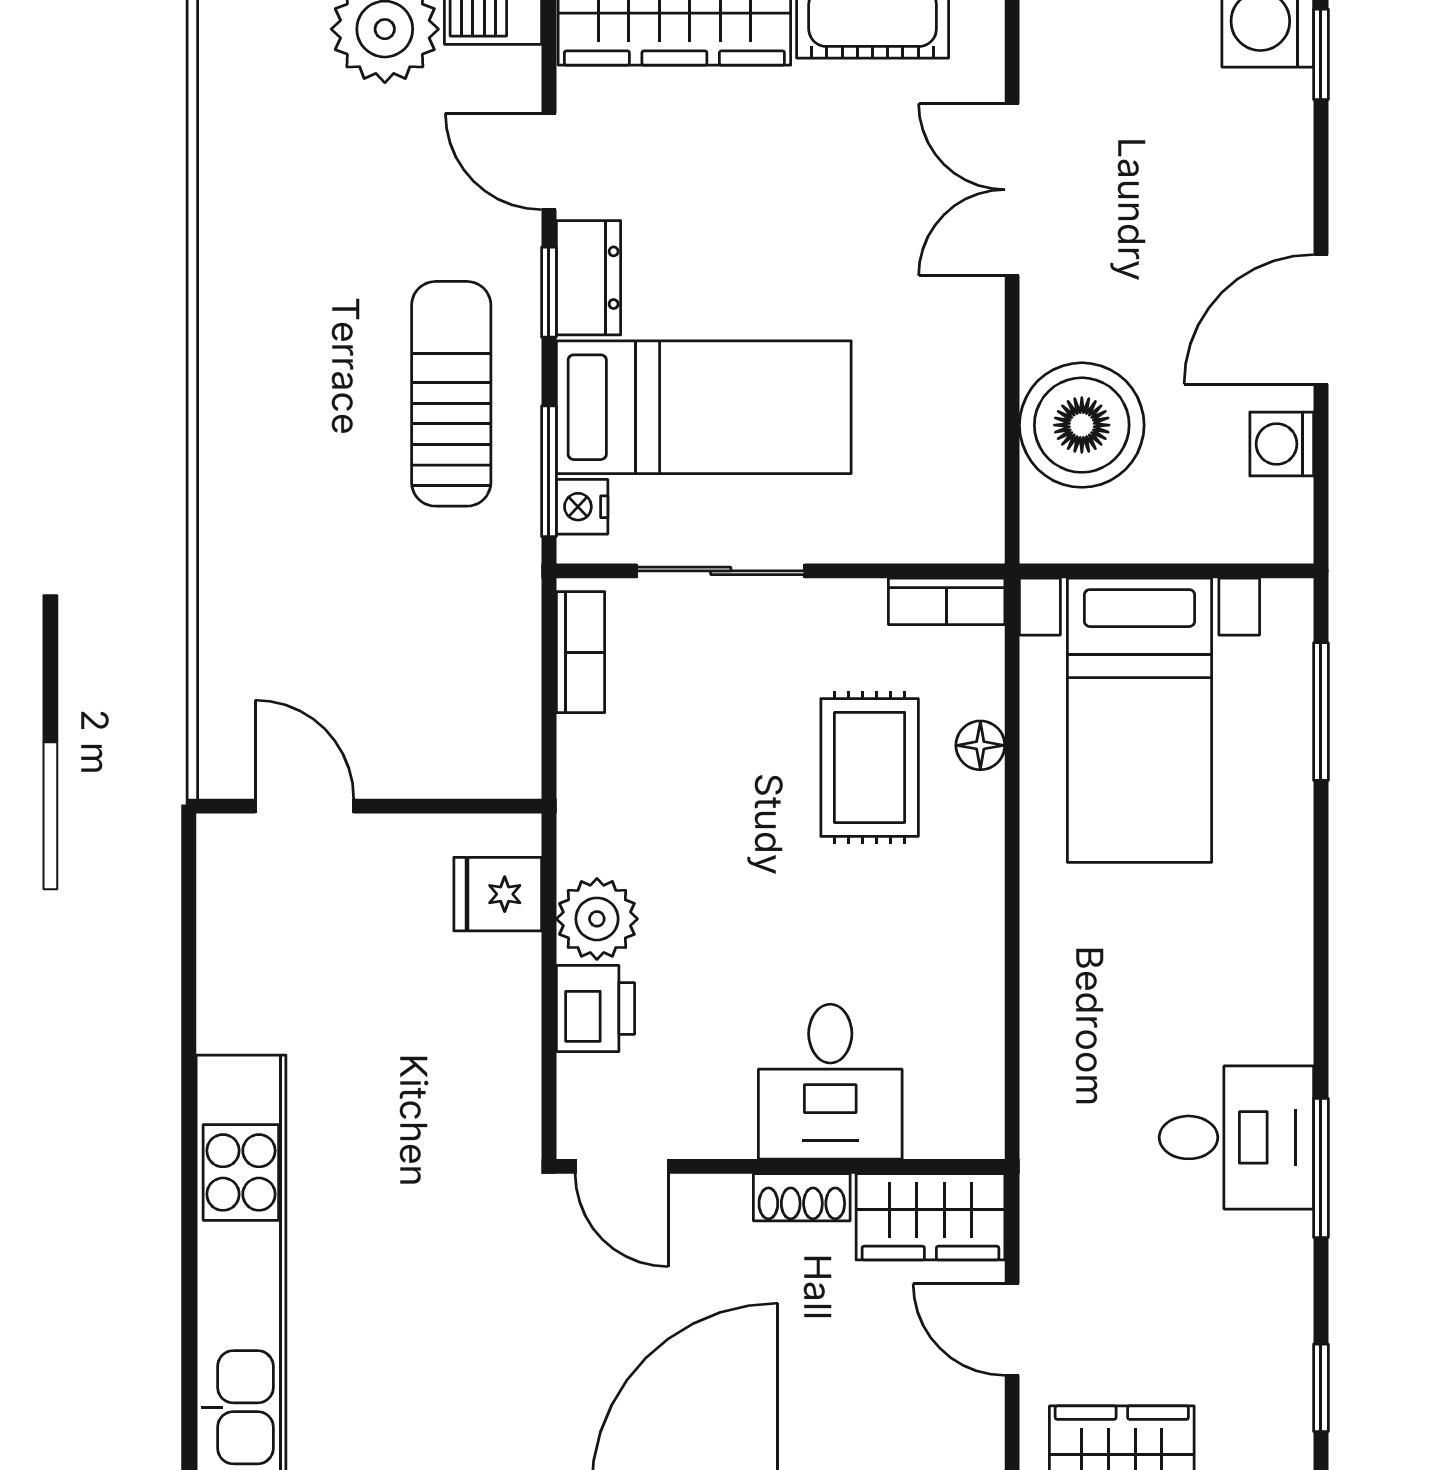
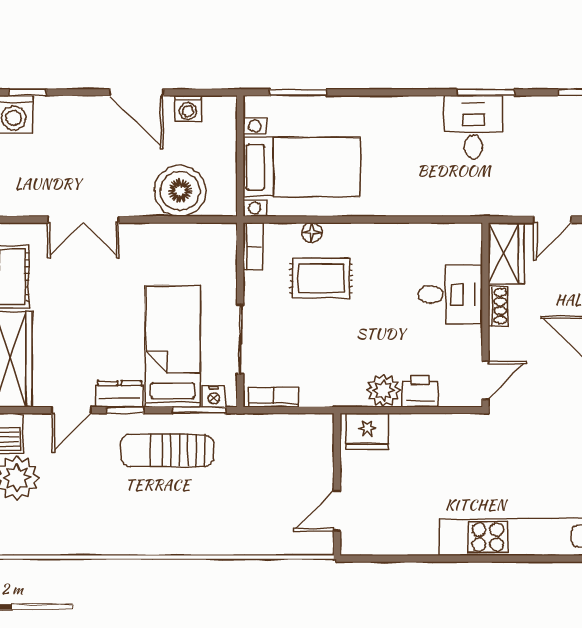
fridge: (498, 894) -> (367, 431), width x1.38

